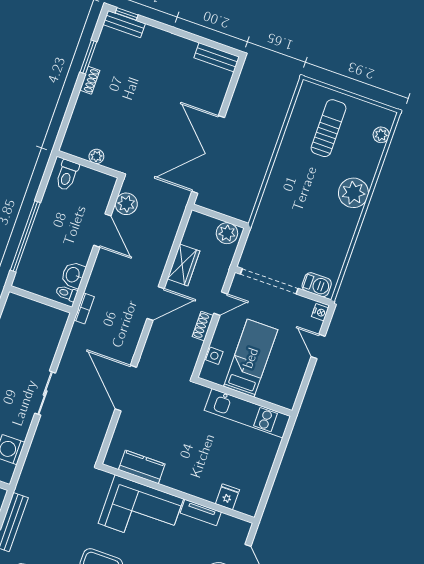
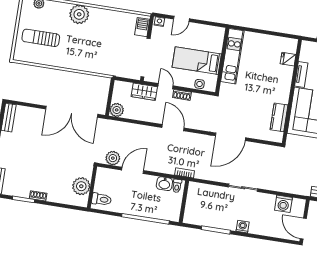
plant: (96, 156) -> (81, 186), width x1.88, depth x1.88
plant: (227, 233) -> (117, 110), moved
wardrobe: (184, 265) -> (144, 92), moved, turned 180

